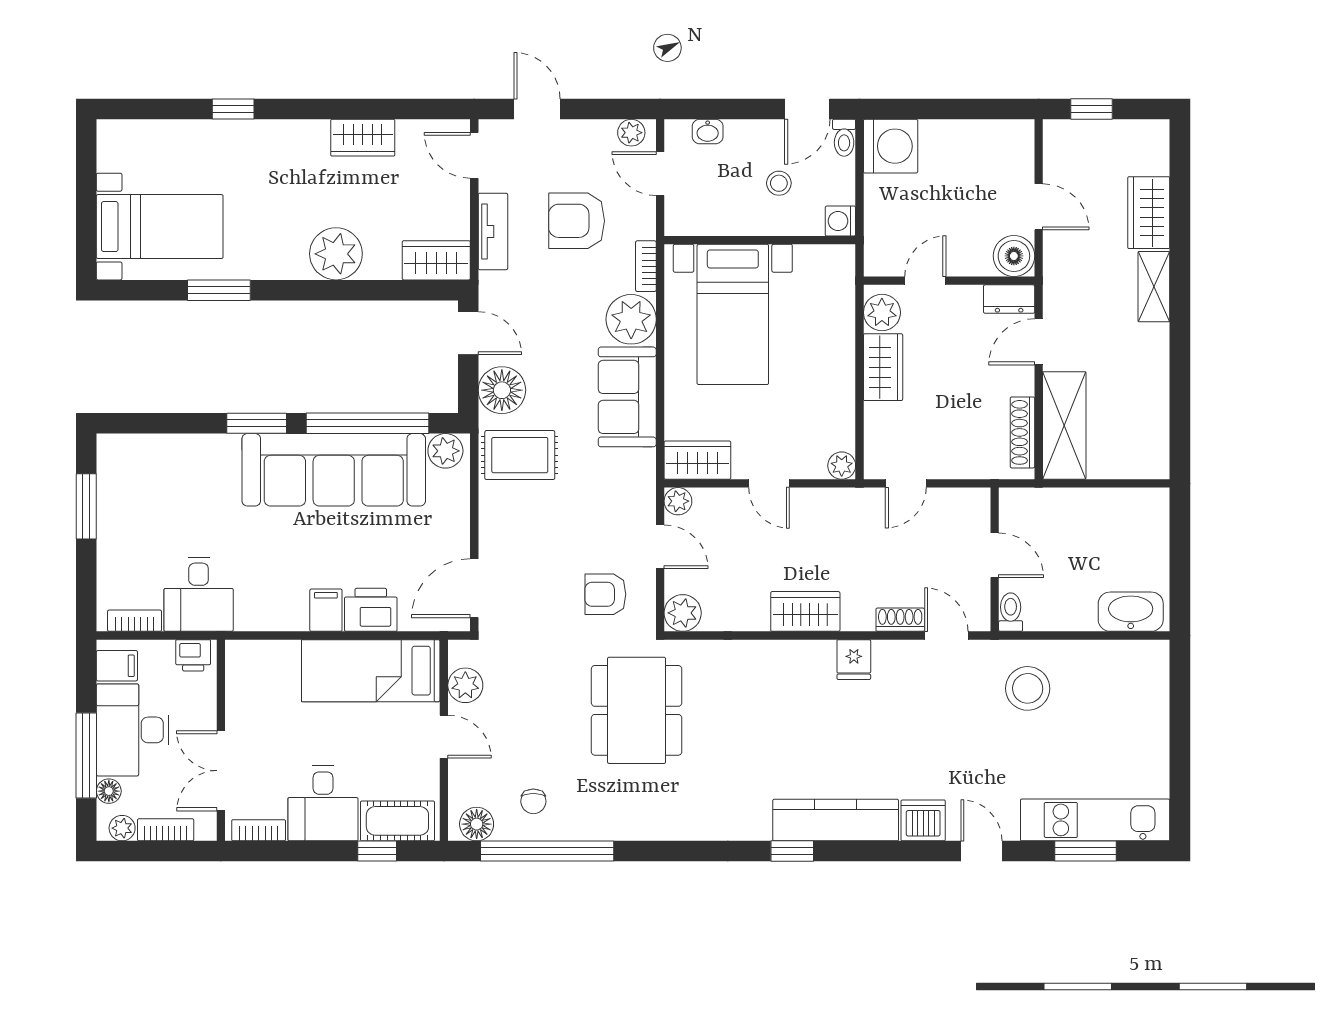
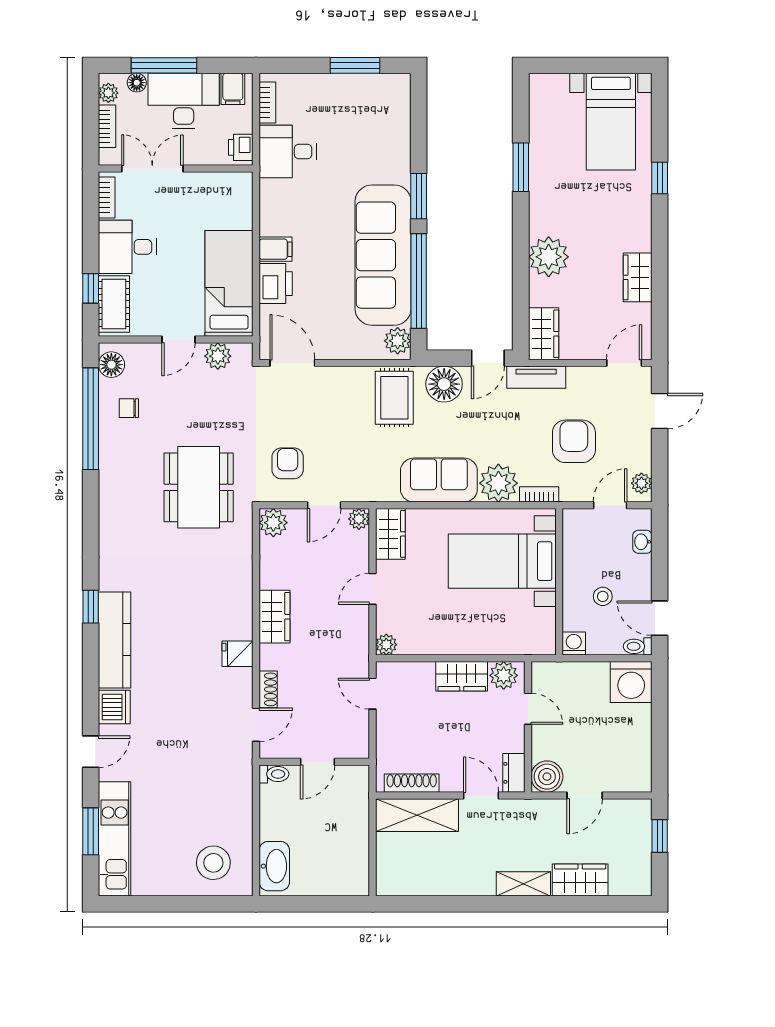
bed with nightstands: (160, 227) -> (611, 122), moved
tv unit: (493, 231) -> (536, 377), moved
stool: (1028, 688) -> (213, 863), moved
dining table: (637, 710) -> (199, 487), turned 90

